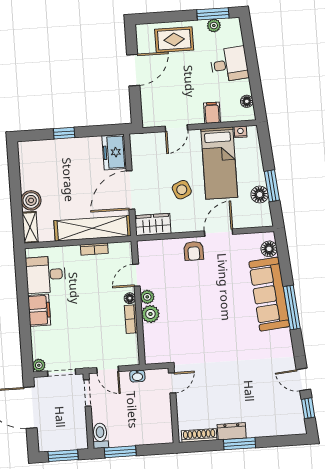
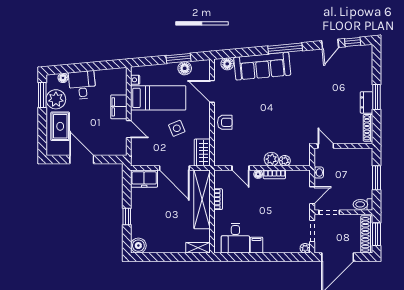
plant: (214, 26) -> (56, 99), width x1.88, depth x1.88
floor lamp: (247, 101) -> (63, 78), moved
filing cabinet: (212, 113) -> (119, 107), width x2.00
boiler: (31, 200) -> (138, 246), moved
door: (219, 233) -> (212, 91), moved
plant: (147, 297) -> (285, 161), moved
window: (292, 307) -> (285, 48), moved
filing cabinet: (39, 310) -> (257, 245), width x0.50
shoe rack: (62, 443) -> (367, 234), added
window: (120, 452) -> (376, 178), moved

